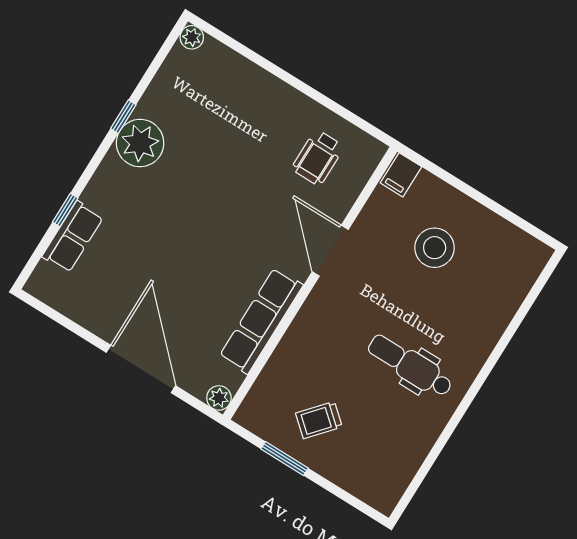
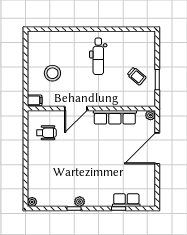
plant: (140, 143) -> (80, 202), width x0.53, depth x0.53

